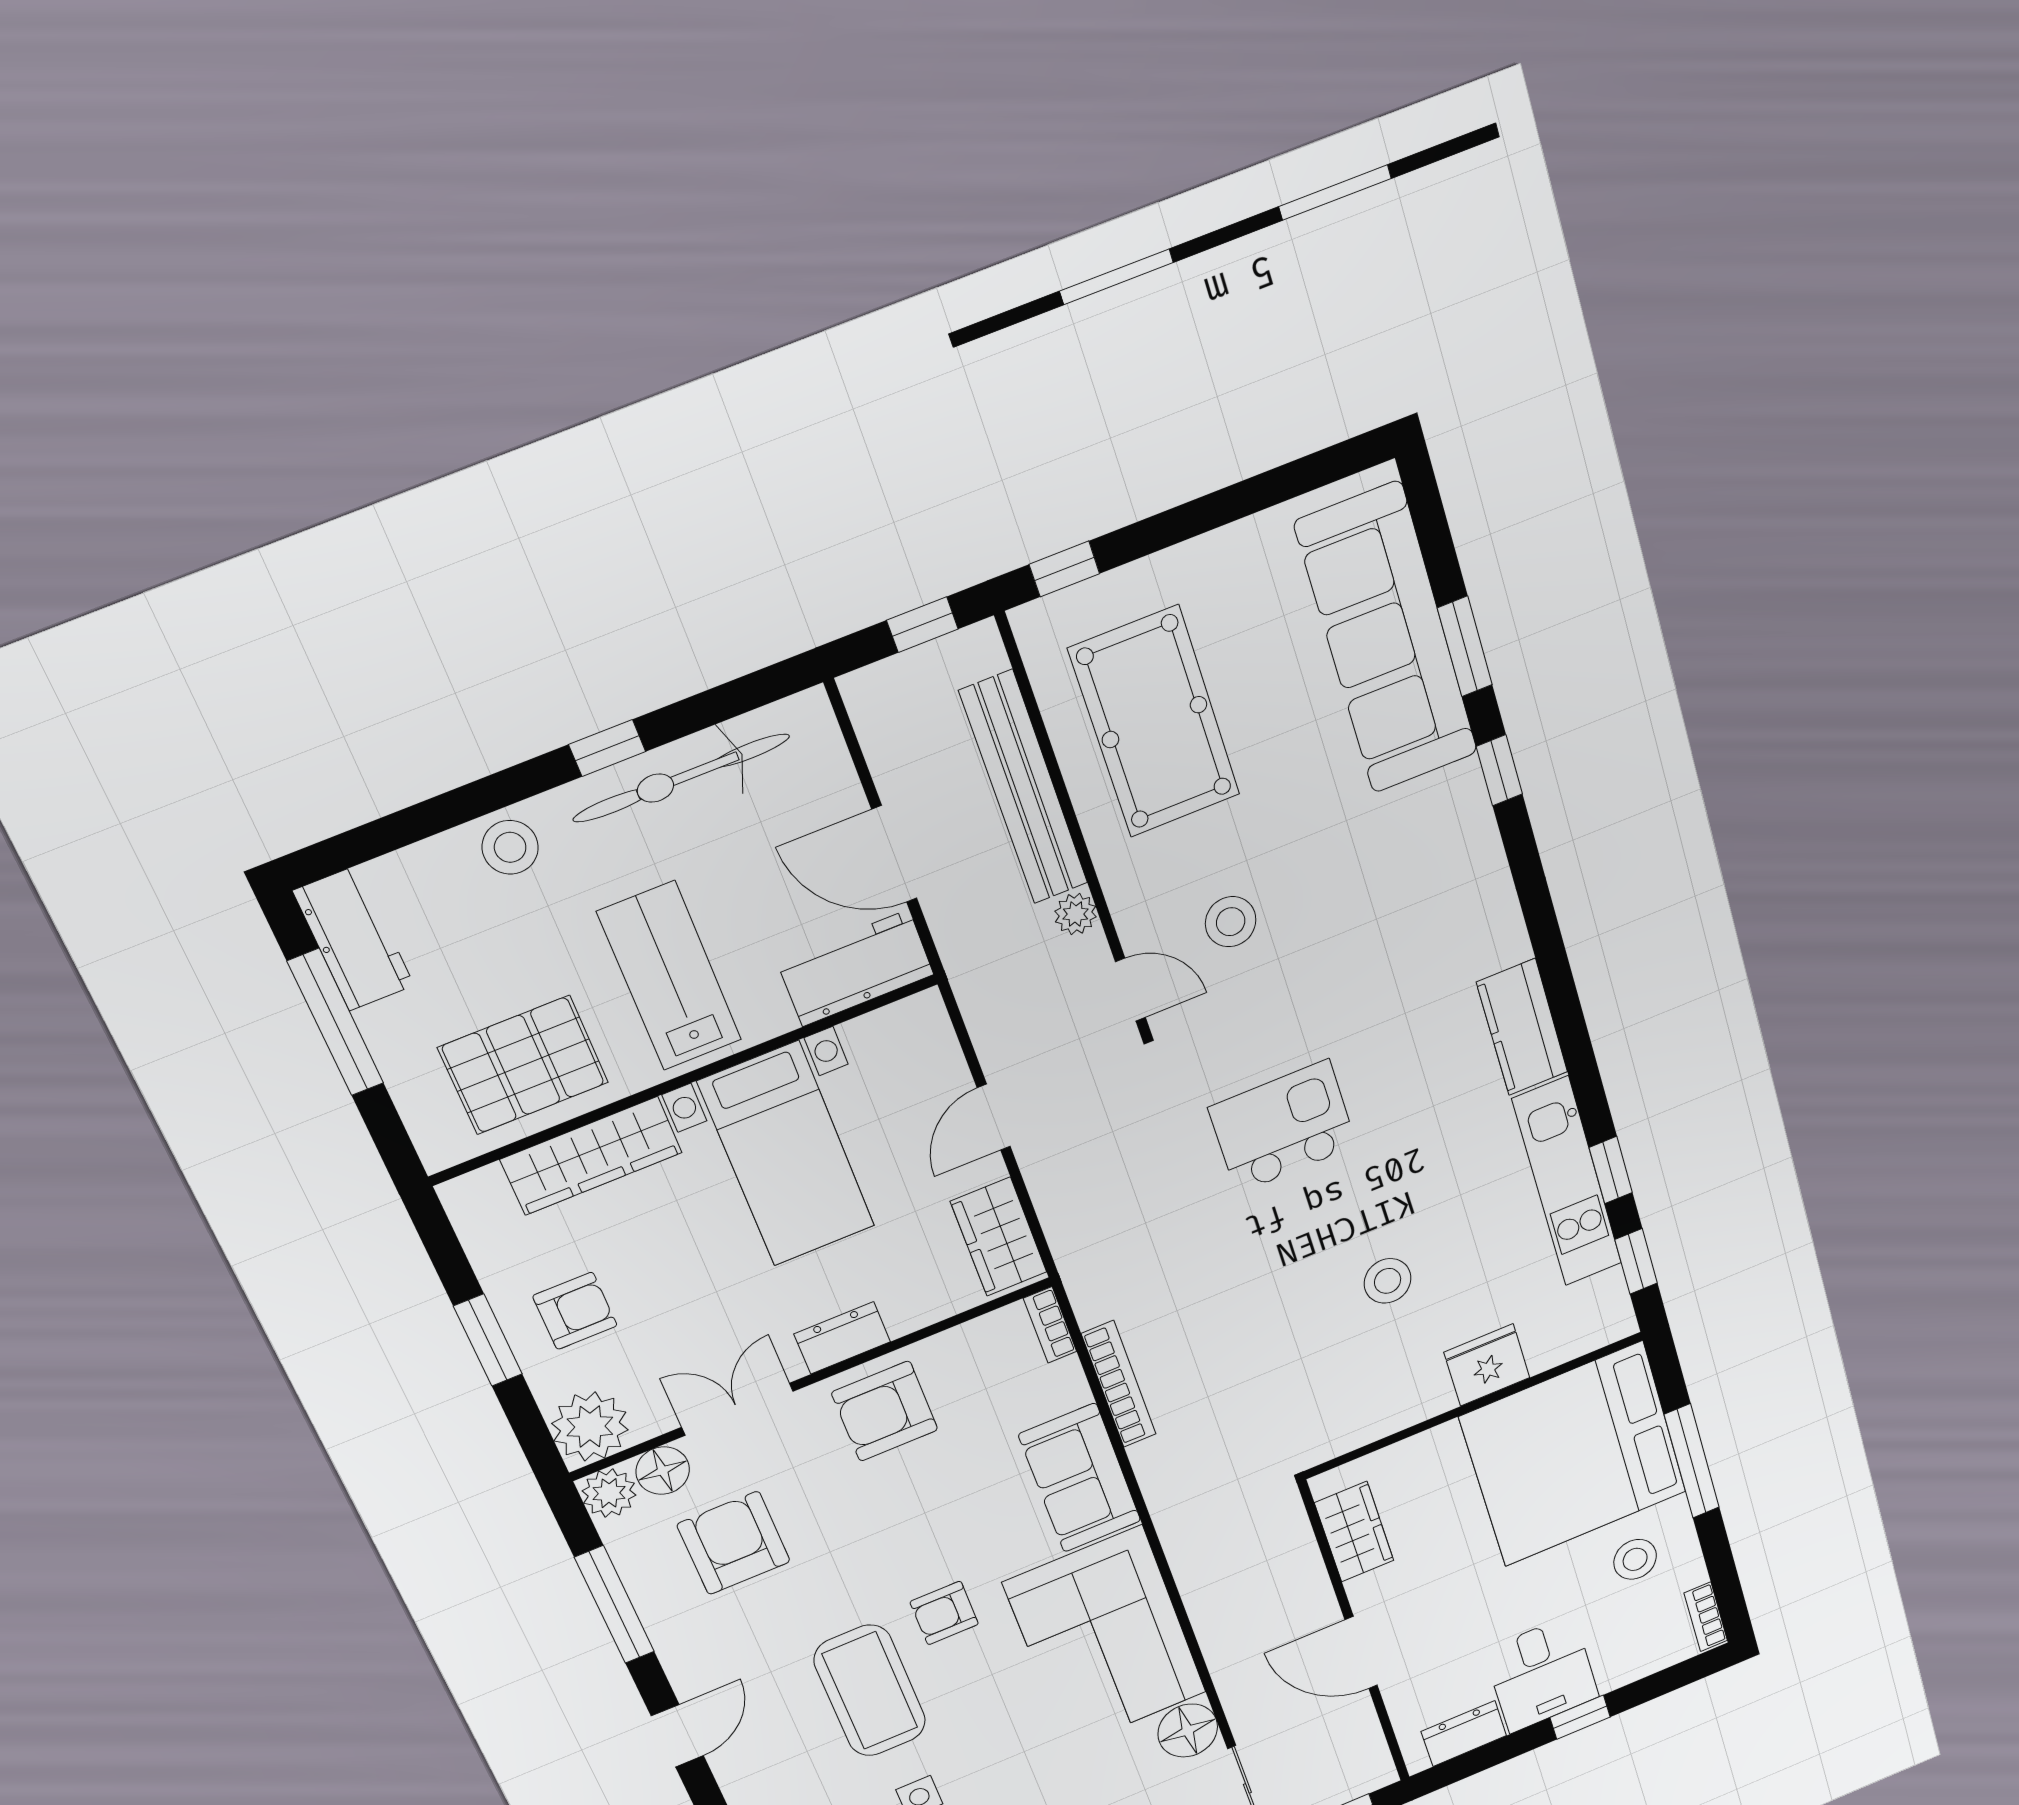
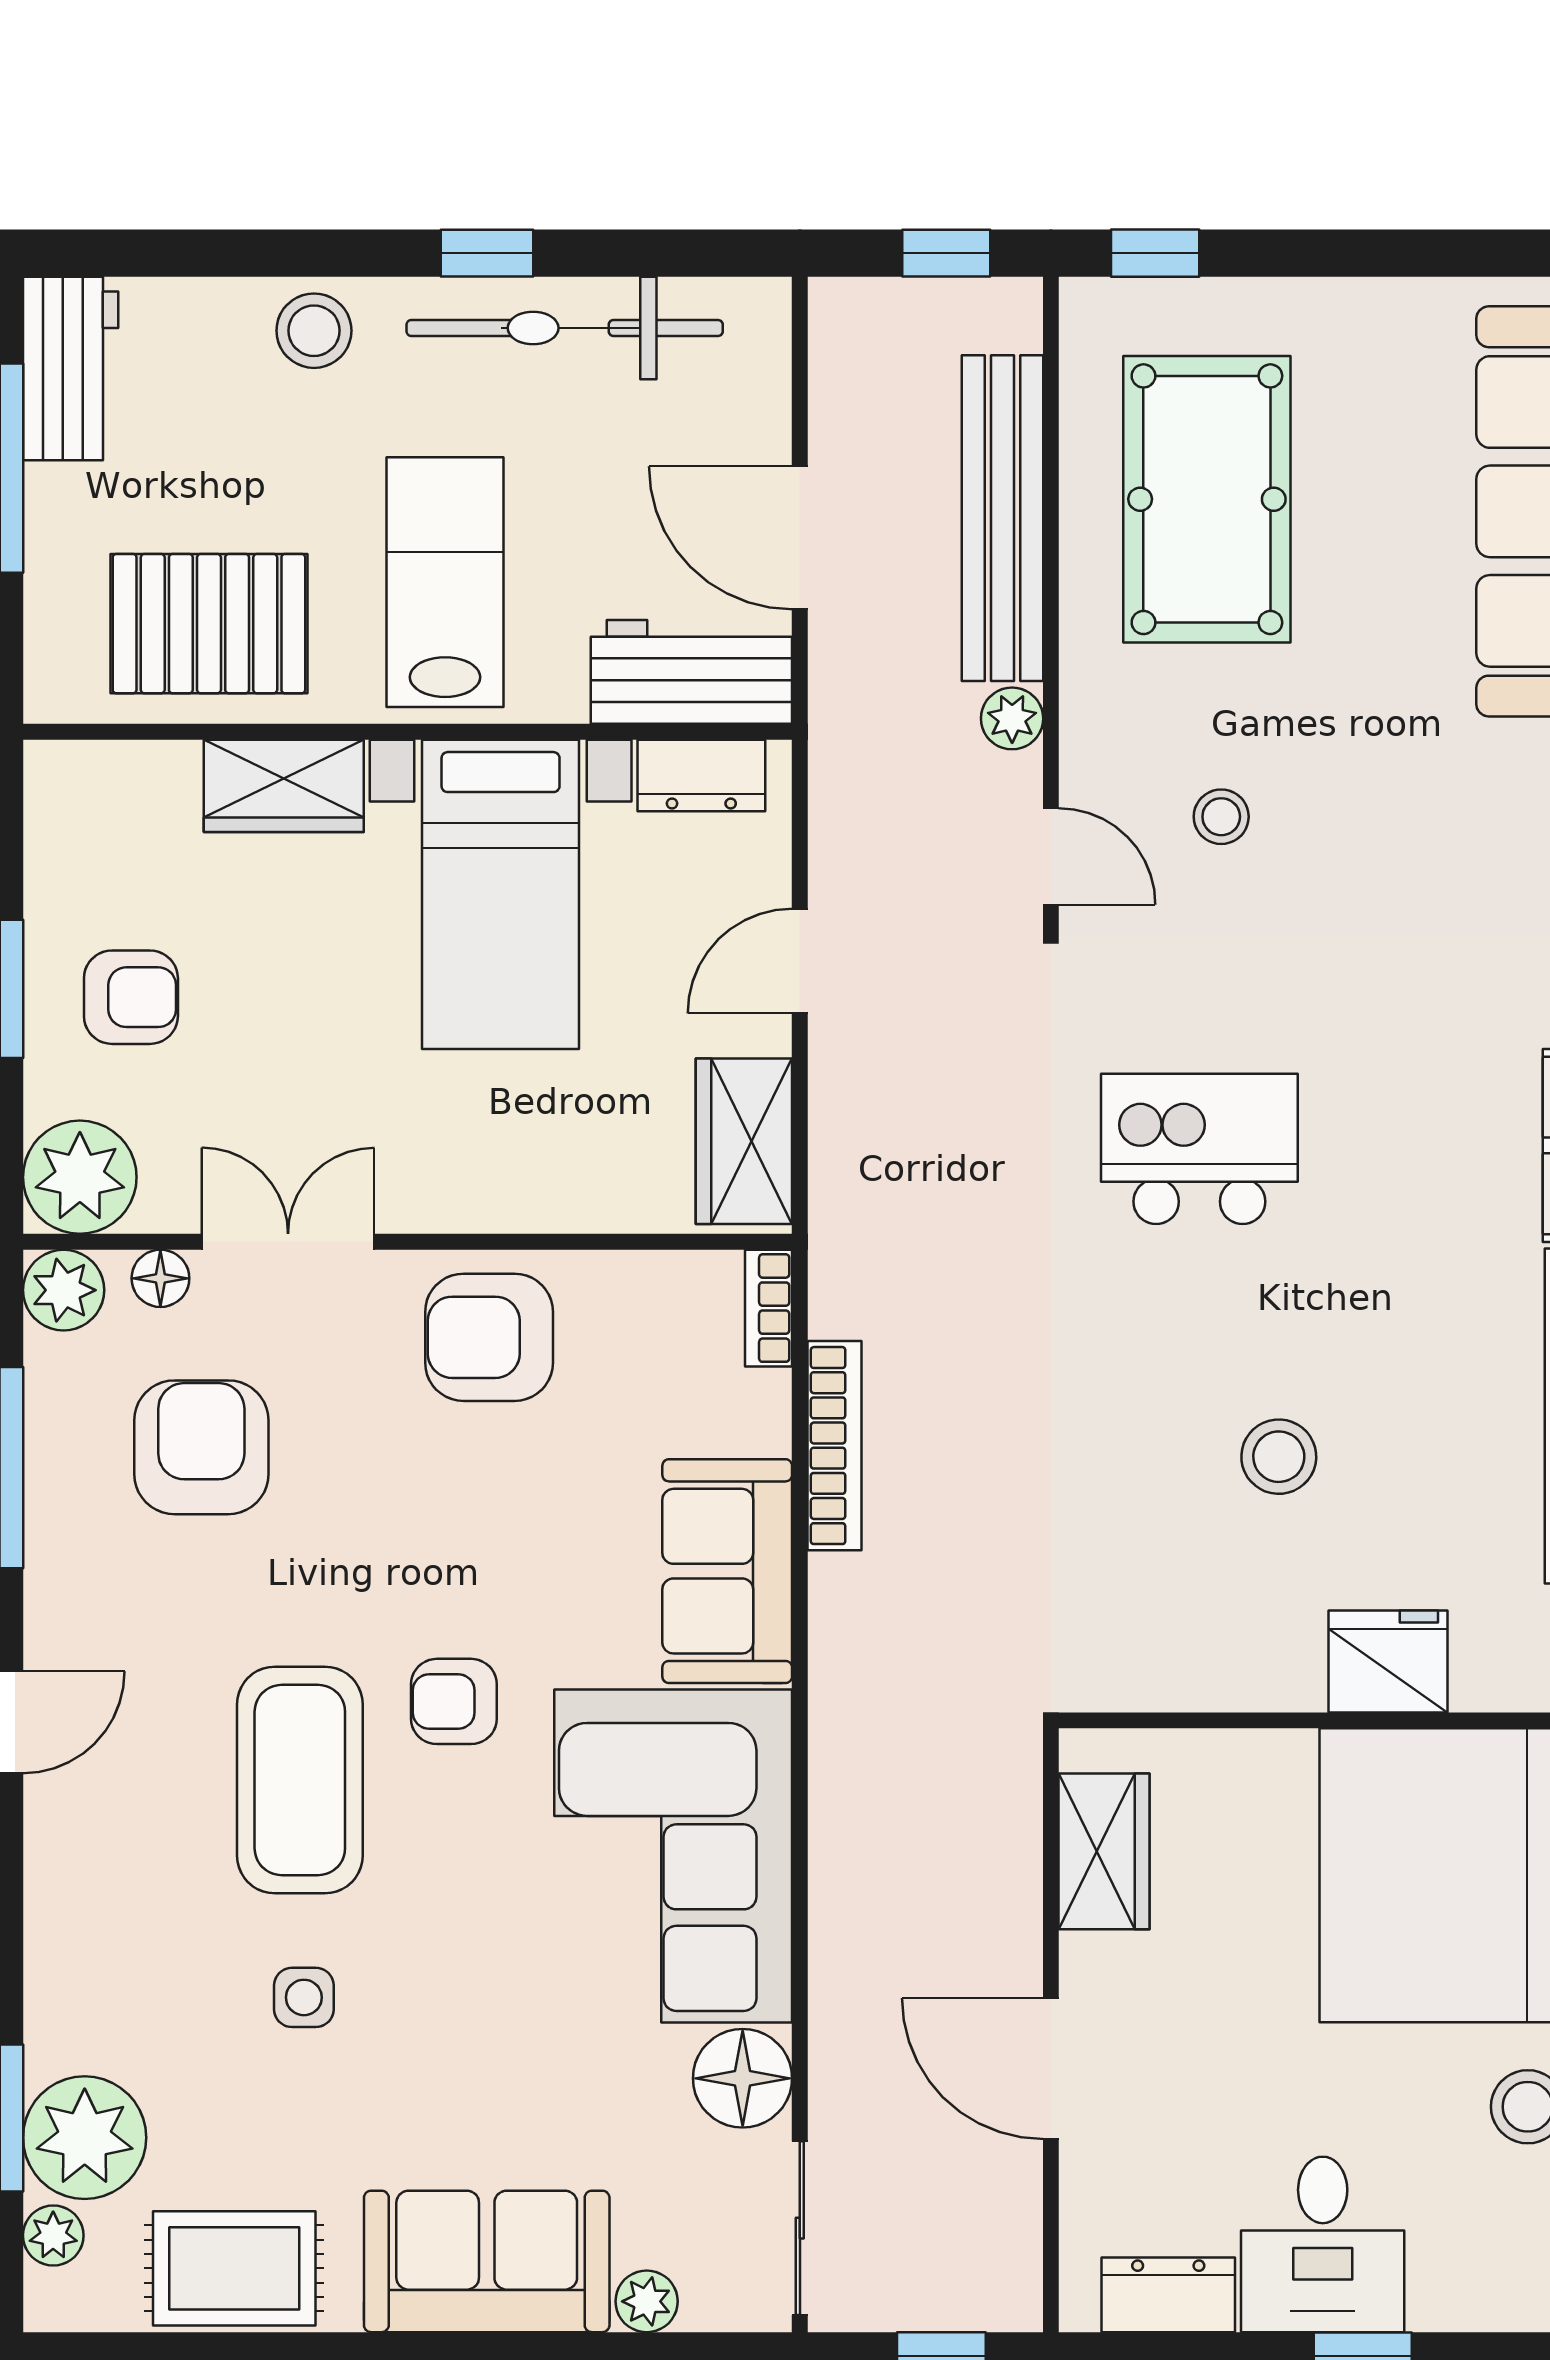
stool: (1231, 922) -> (1221, 817), width x0.73, depth x0.73
wardrobe: (591, 1156) -> (284, 786), width x0.67
dresser: (842, 1338) -> (701, 776), moved, turned 180
floor lamp: (663, 1471) -> (160, 1278), width x0.73, depth x0.73

